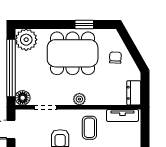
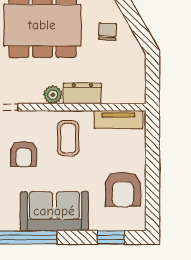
dresser: (134, 93) -> (82, 93), moved, turned 90

